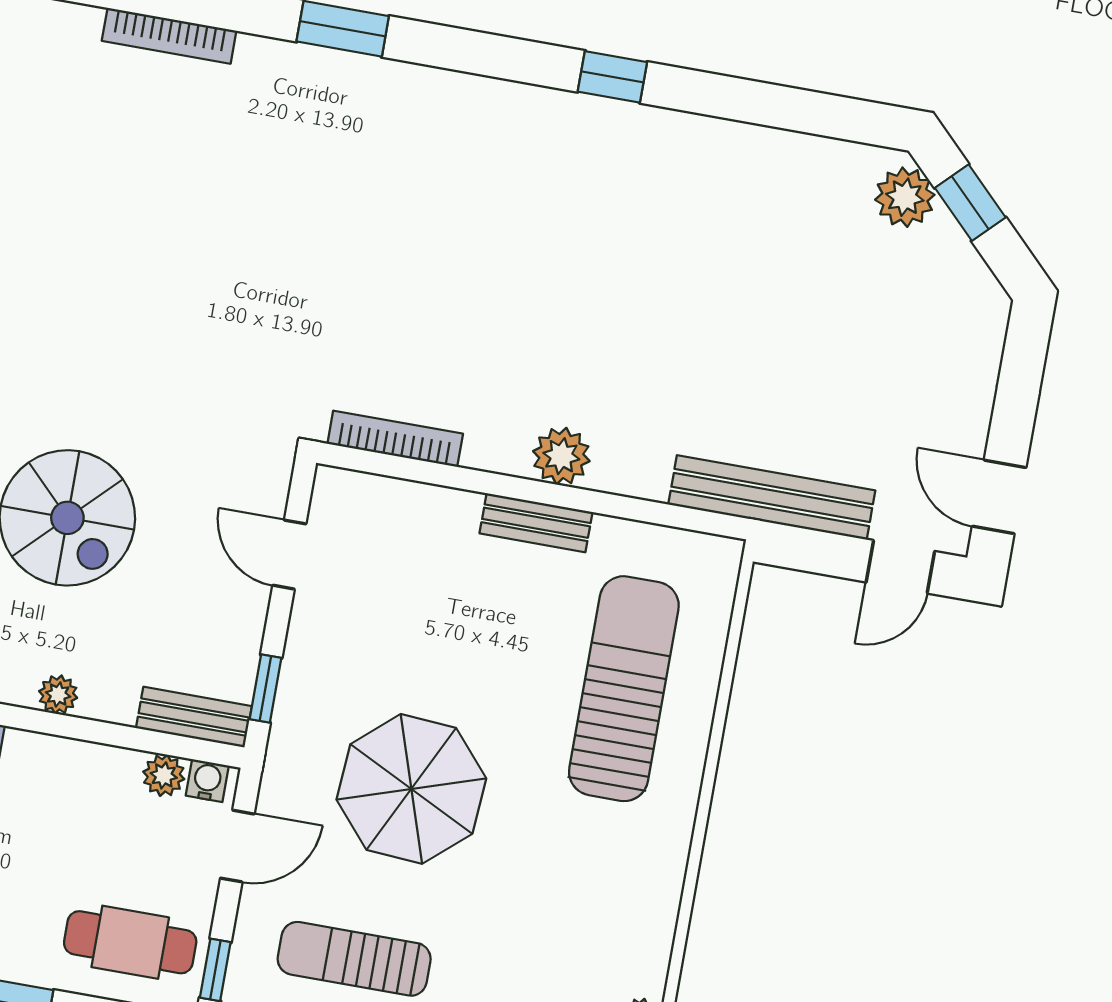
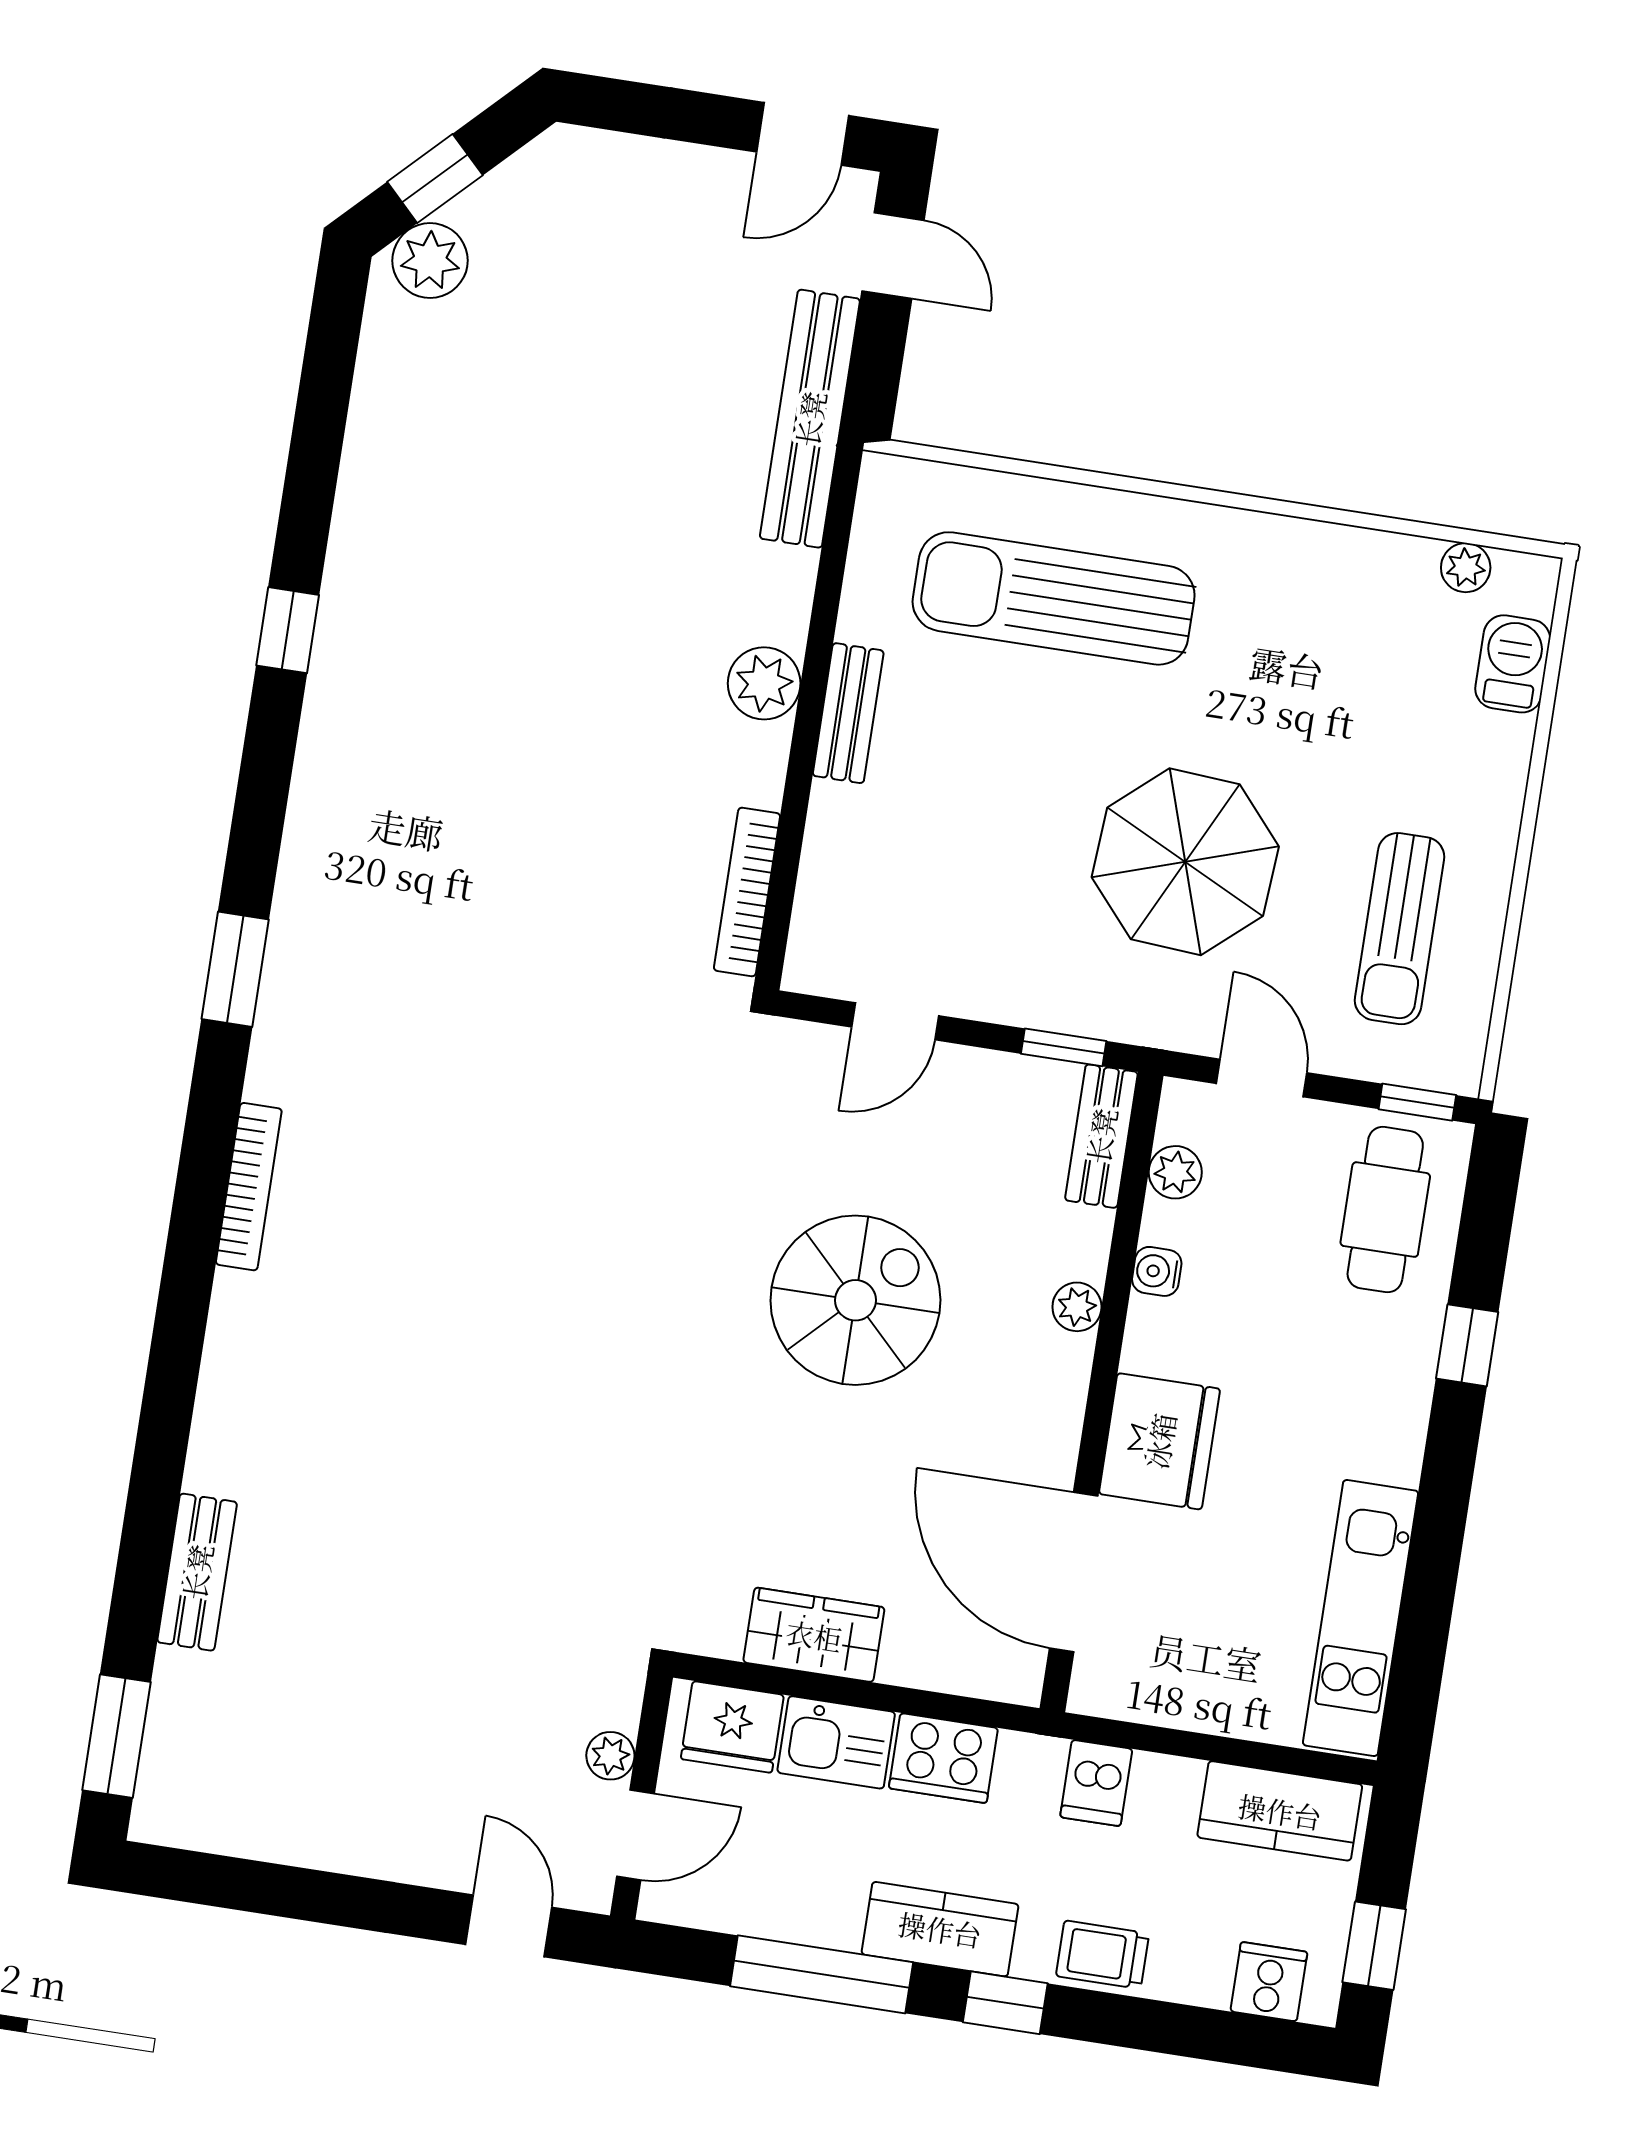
water cooler: (207, 781) -> (1157, 1271), moved

